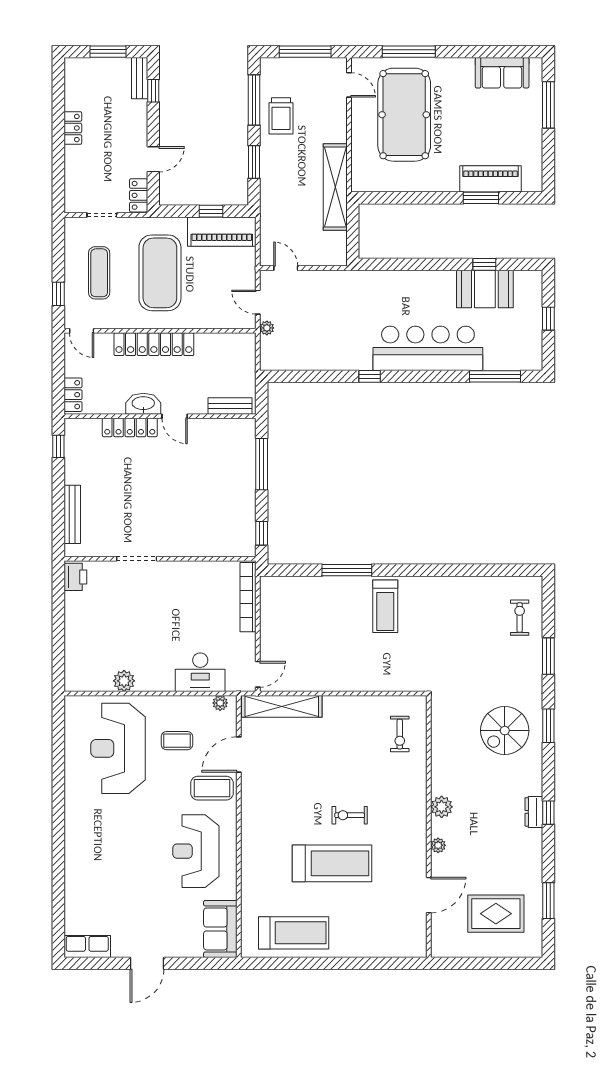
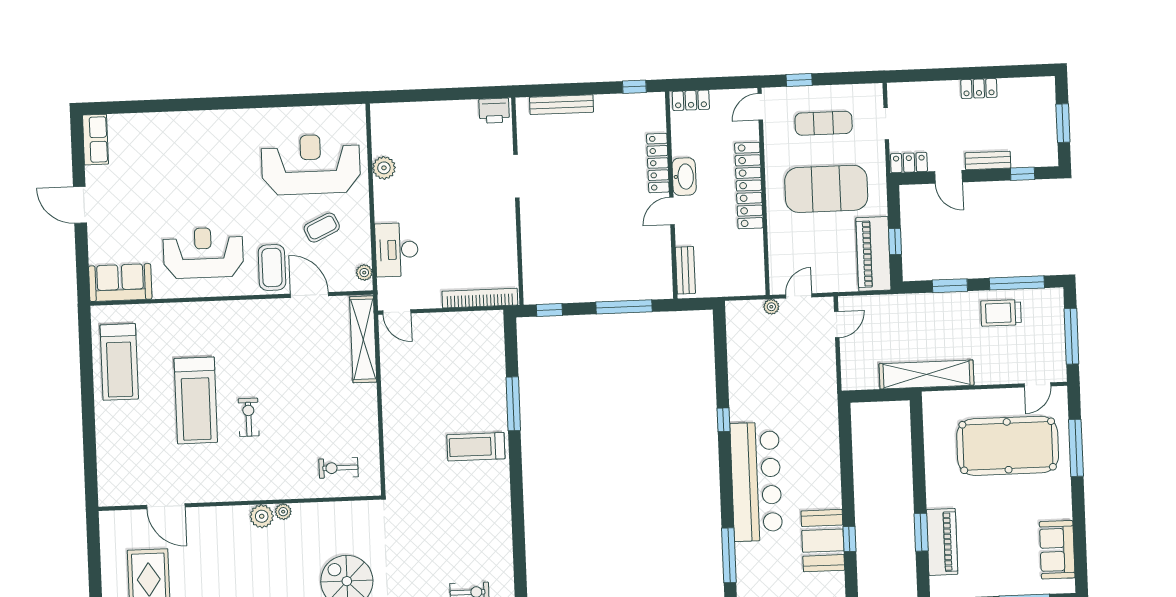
bench: (140, 78) -> (988, 160), moved
coffee table: (177, 741) -> (322, 228), turned 65
plant: (438, 845) -> (283, 512), moved

